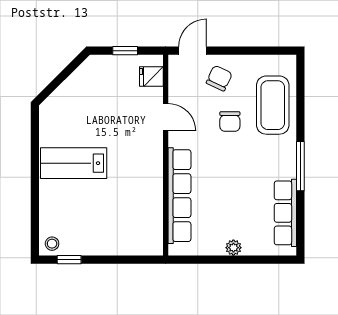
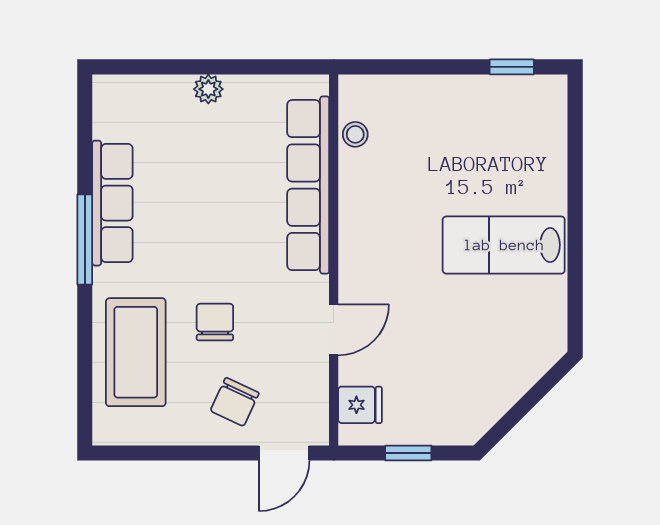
door: (166, 117) -> (334, 330), swing flipped
lab bench: (74, 163) -> (504, 245), turned 180
row of seats: (285, 213) -> (112, 203), moved
stool: (52, 244) -> (355, 134), moved

